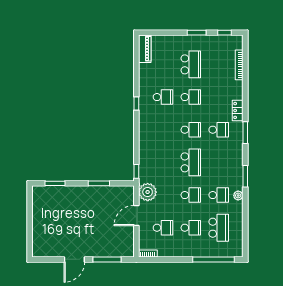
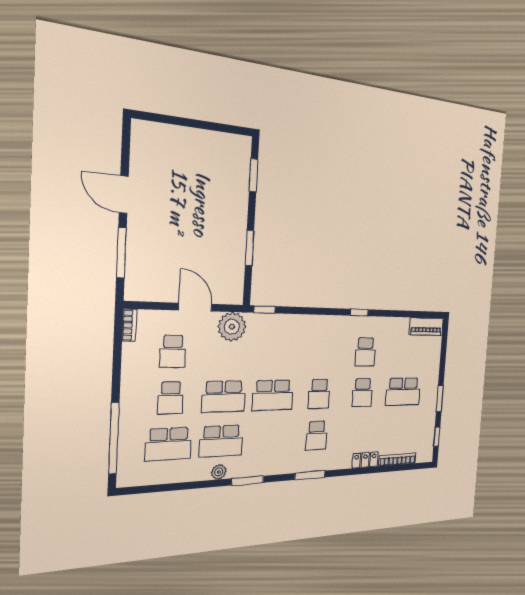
locker: (238, 110) -> (365, 460), moved
school desk: (191, 195) -> (223, 396), width x1.85
school desk: (219, 195) -> (221, 441), width x1.85

